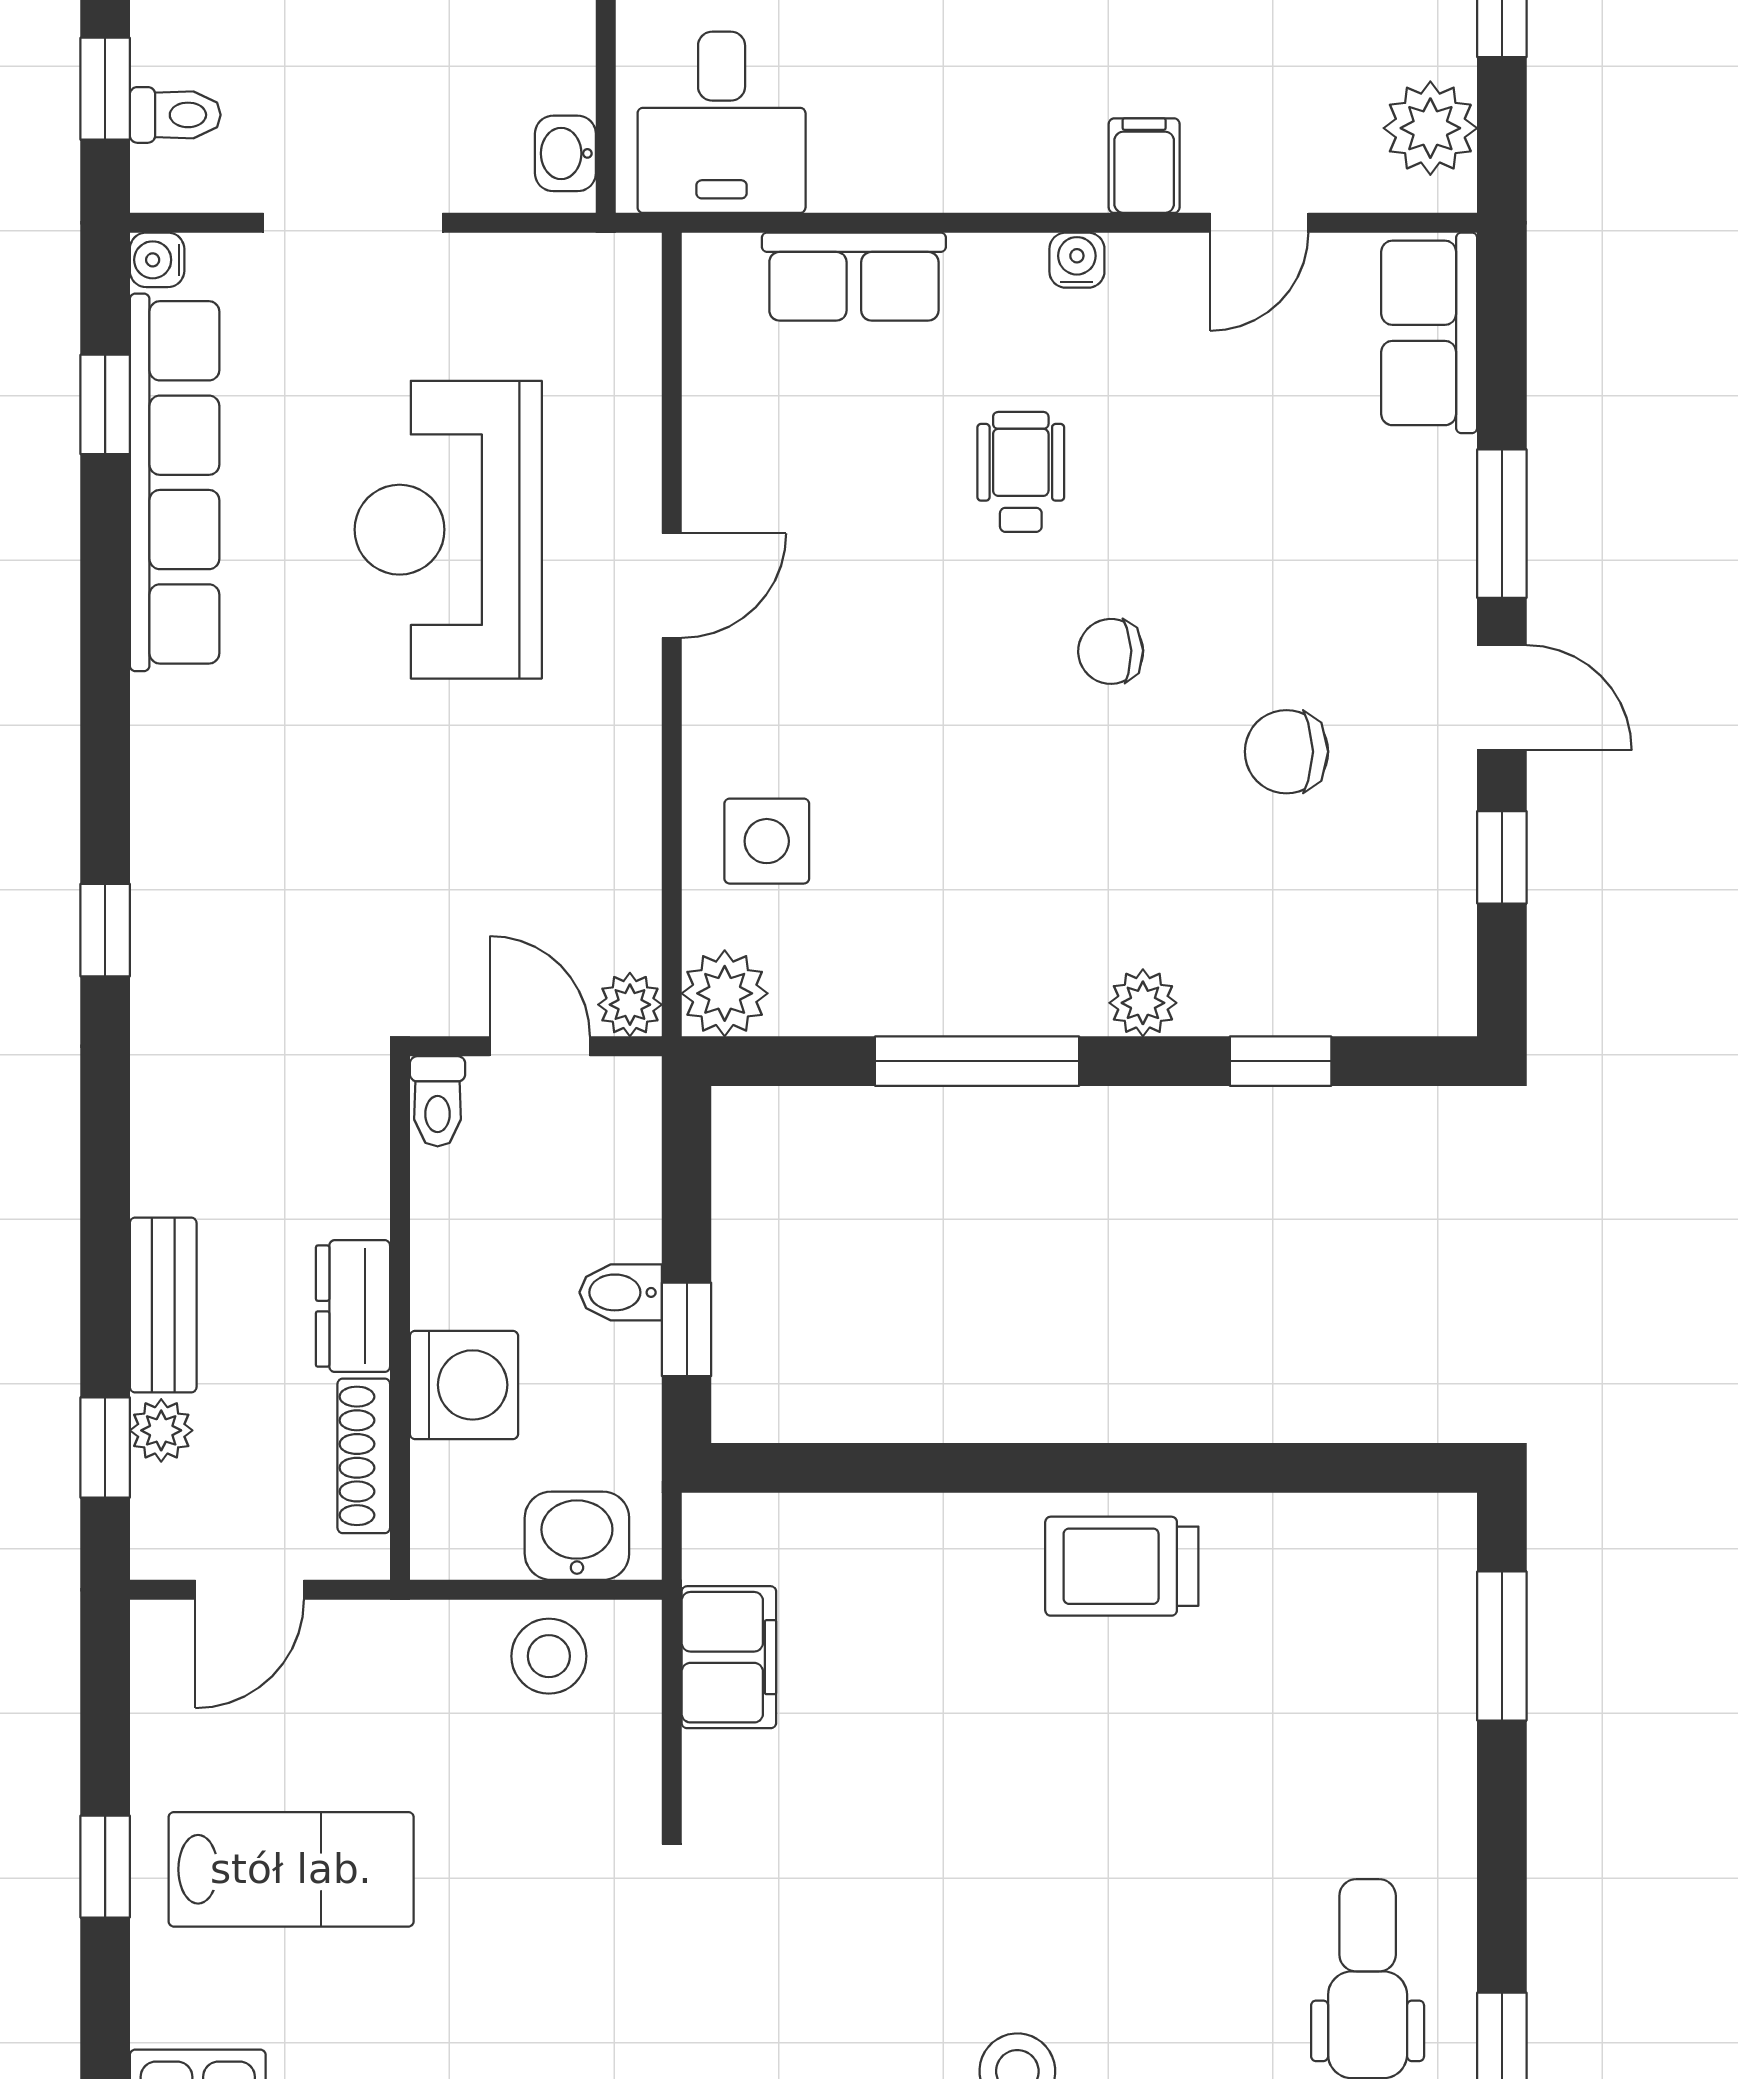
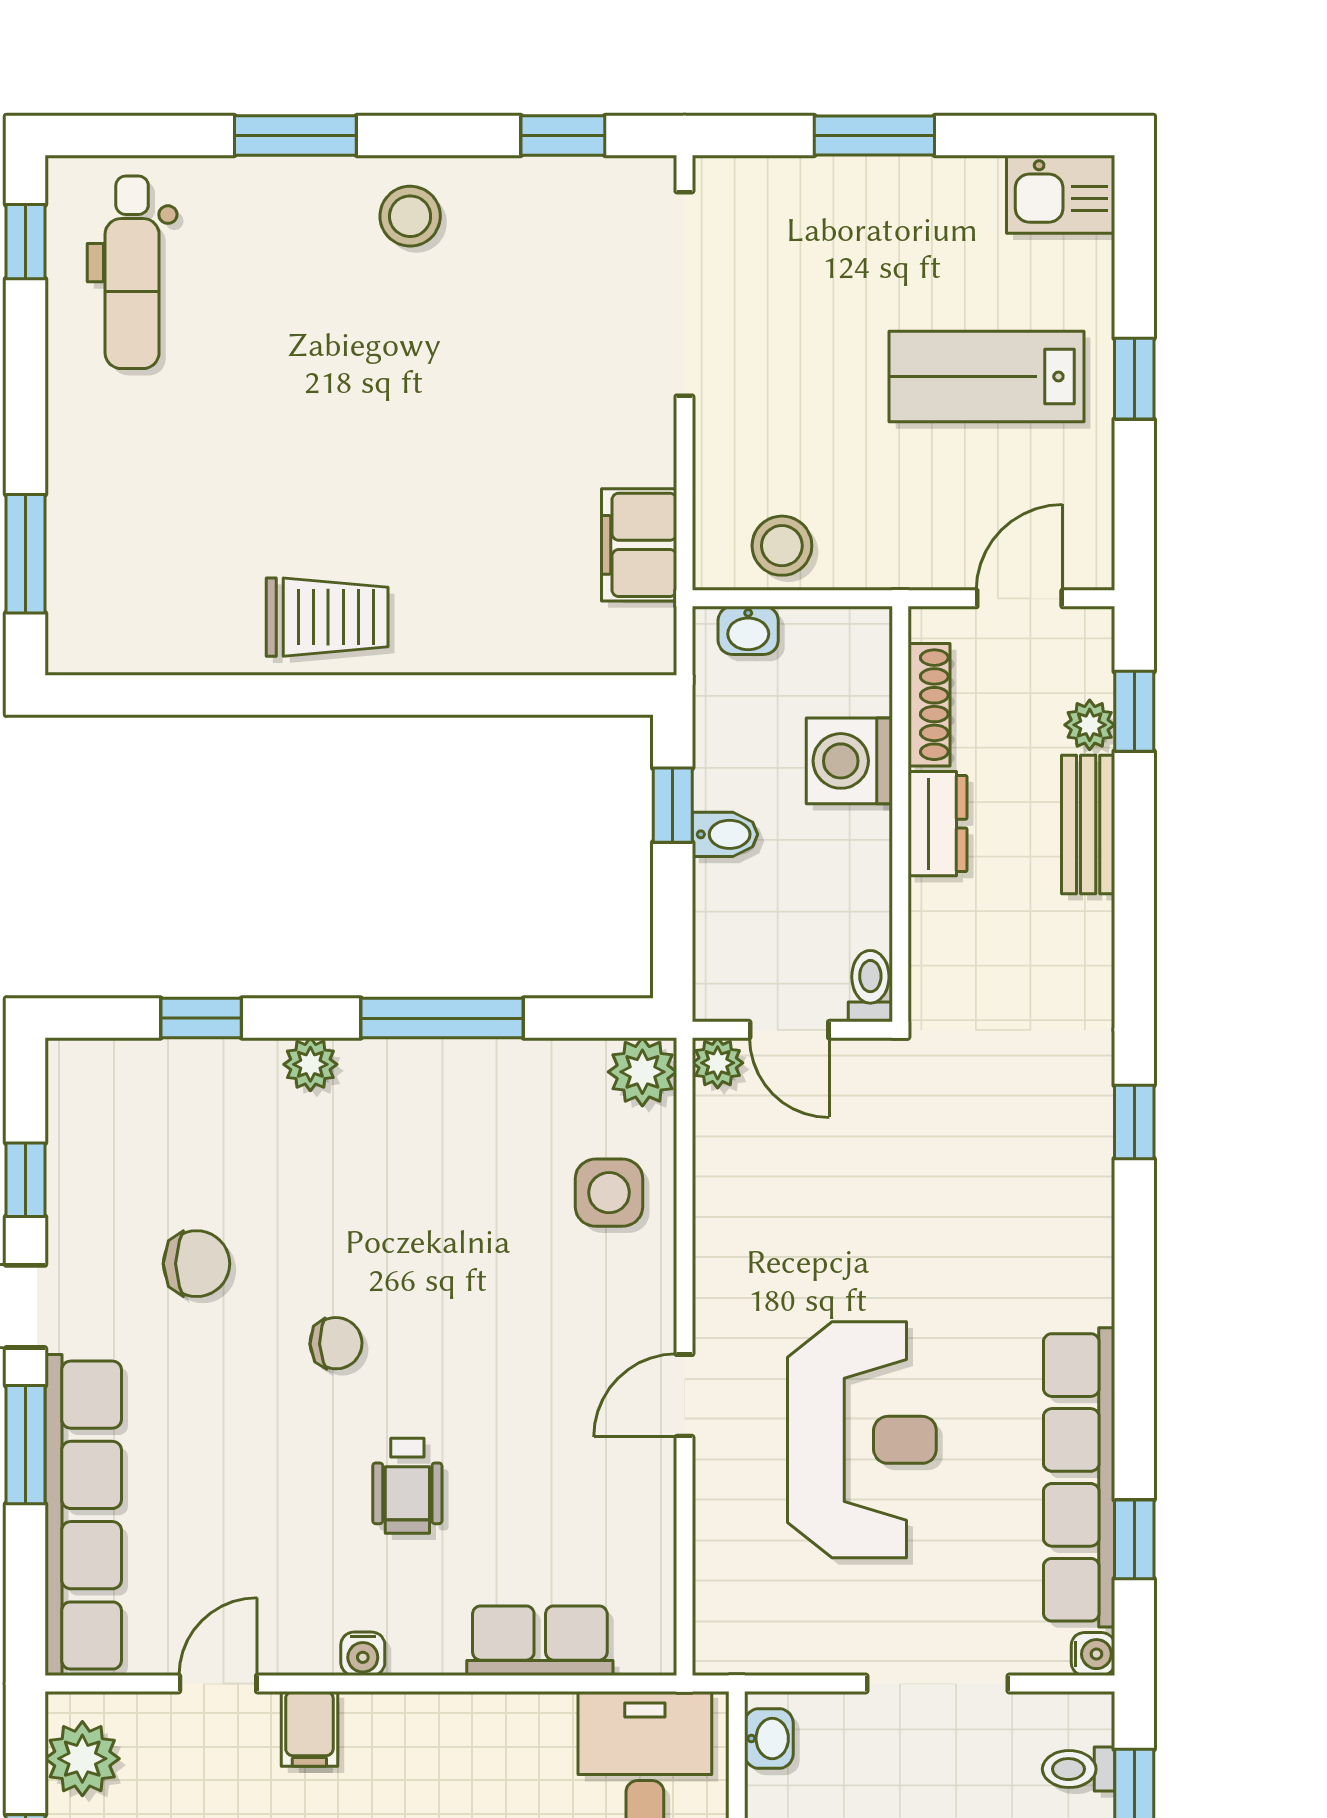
row of seats: (1429, 333) -> (83, 1515), width x2.02
washbasin: (577, 1536) -> (748, 630), width x0.72, depth x0.69

